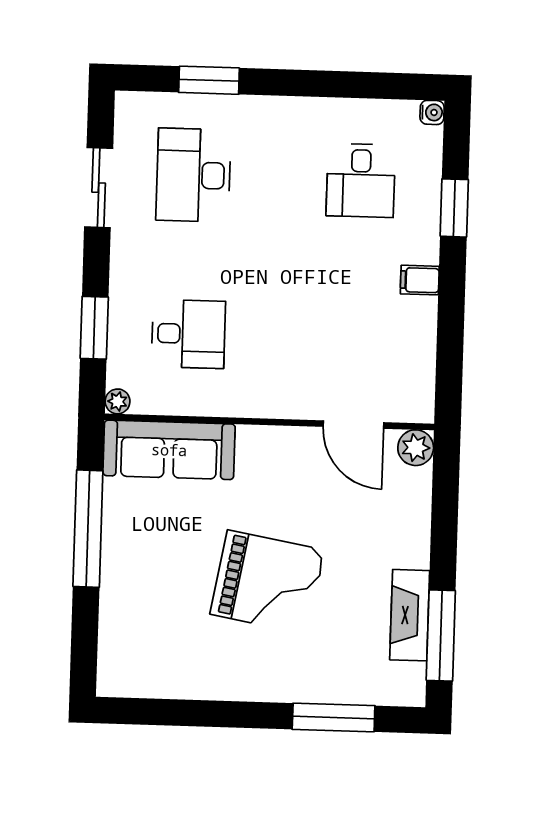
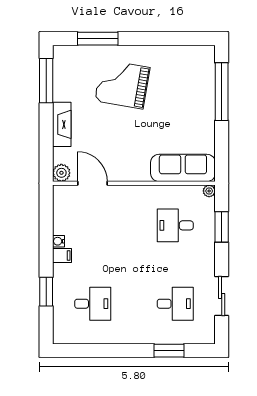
water cooler: (432, 112) -> (59, 241), moved
desk: (193, 175) -> (175, 304), width x0.73
desk: (361, 180) -> (93, 304), turned 90
window: (88, 529) -> (222, 92), moved
grand piano: (267, 582) -> (122, 84), moved
fireplace: (410, 615) -> (62, 124), moved

